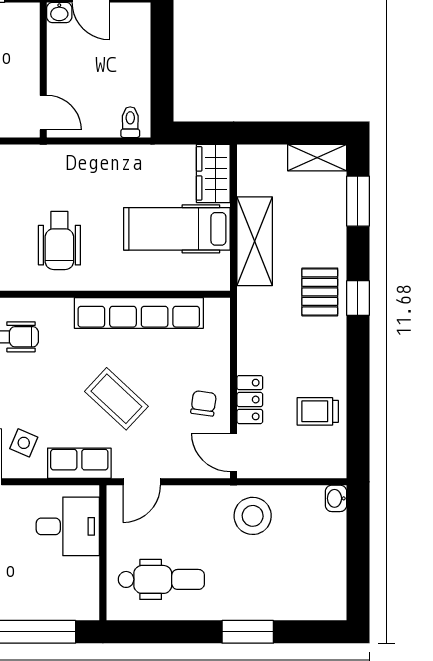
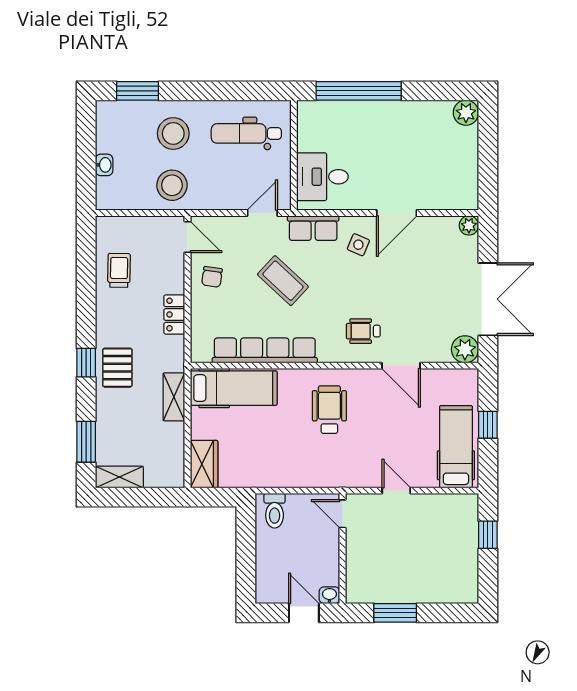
toilet: (130, 122) -> (275, 511), width x1.37, depth x1.39
hospital bed: (177, 229) -> (234, 388), moved
shelving: (255, 241) -> (174, 397), width x0.67, depth x0.75
locker: (250, 400) -> (174, 315), moved
trolley: (318, 411) -> (119, 270), turned -89
washbasin: (336, 498) -> (104, 165), moved
stool: (251, 579) -> (173, 133), added
window: (248, 632) -> (137, 91), moved

